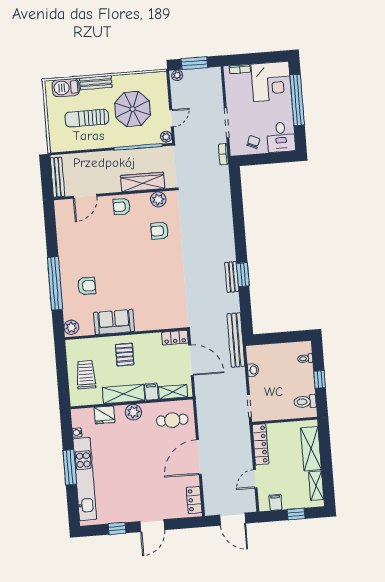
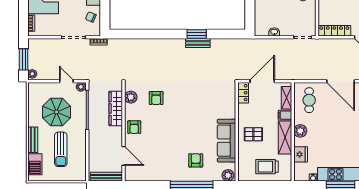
sofa: (114, 322) -> (226, 141), width x1.36
bench: (236, 340) -> (249, 44), removed

